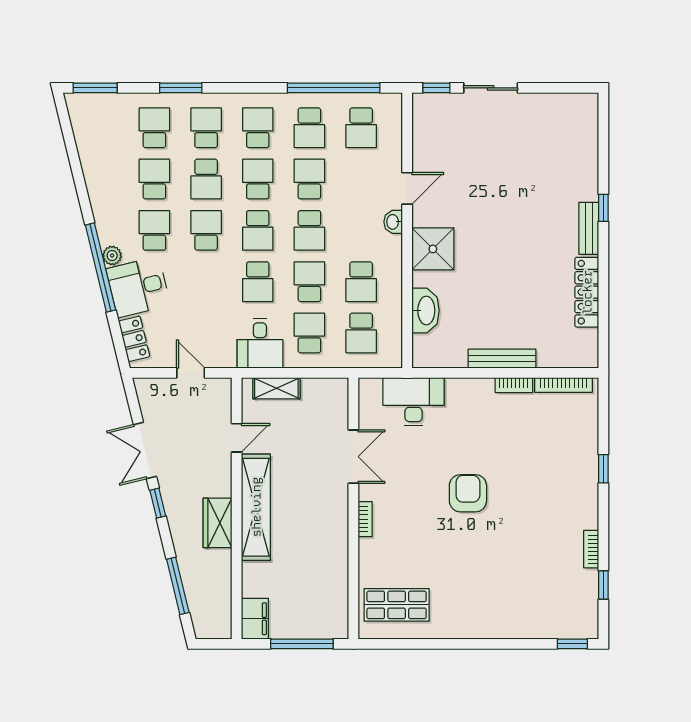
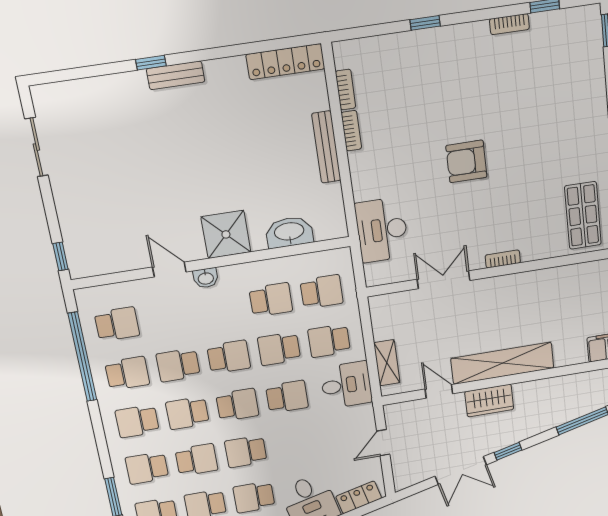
sliding door: (491, 88) -> (36, 147), moved
locker: (587, 292) -> (285, 62), moved
bookcase: (563, 385) -> (346, 90), width x0.64
wardrobe: (218, 523) -> (489, 401), moved

